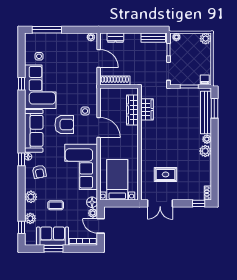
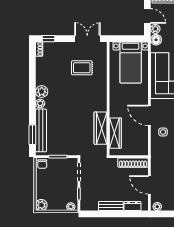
bench: (153, 38) -> (111, 206), moved
wardrobe: (147, 109) -> (101, 128), width x1.50

